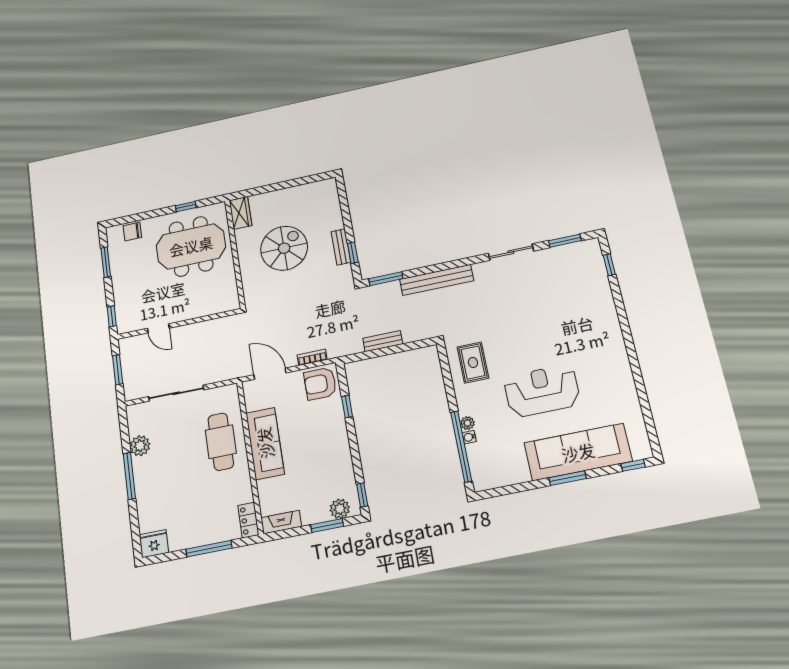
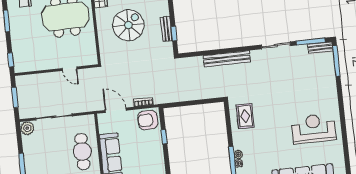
window: (565, 241) -> (311, 42), width x1.44
window: (609, 265) -> (336, 61), width x2.17
window: (386, 279) -> (194, 54), removed
door: (158, 328) -> (70, 69), moved
bench: (383, 341) -> (320, 48), moved
reception desk: (542, 391) -> (313, 129), moved
plant: (140, 446) -> (27, 128), moved

